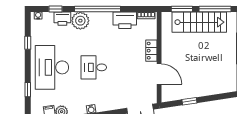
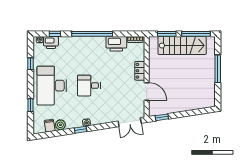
printer: (62, 19) -> (51, 42), moved
plant: (80, 21) -> (77, 44), removed
window: (189, 101) -> (162, 117), moved

